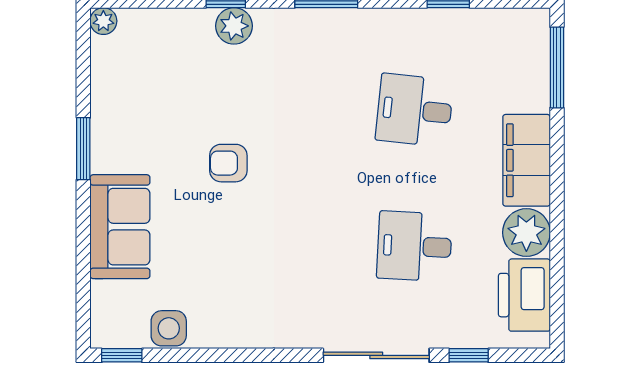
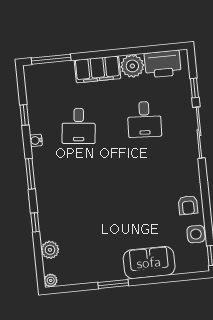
water cooler: (394, 20) -> (36, 140), added
plant: (234, 26) -> (50, 250), moved
armchair: (228, 163) -> (188, 205), moved

